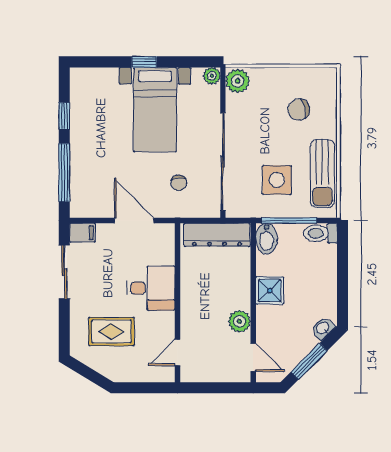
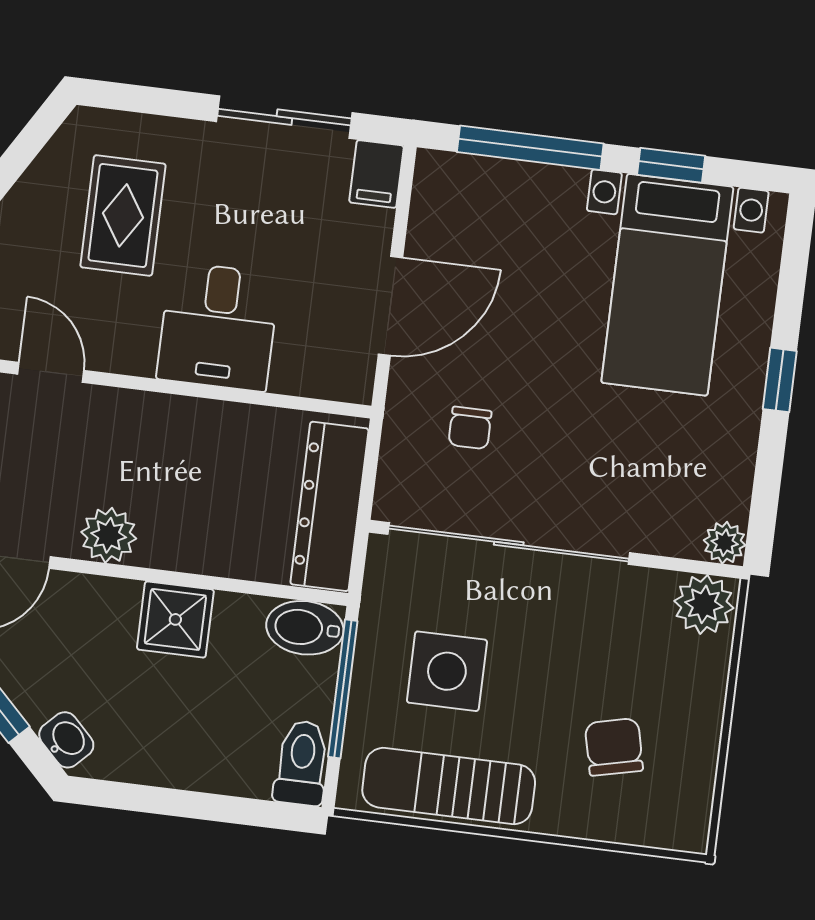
bed with nightstands: (155, 110) -> (667, 285), moved, turned -90
chair: (179, 183) -> (470, 428), turned -90

